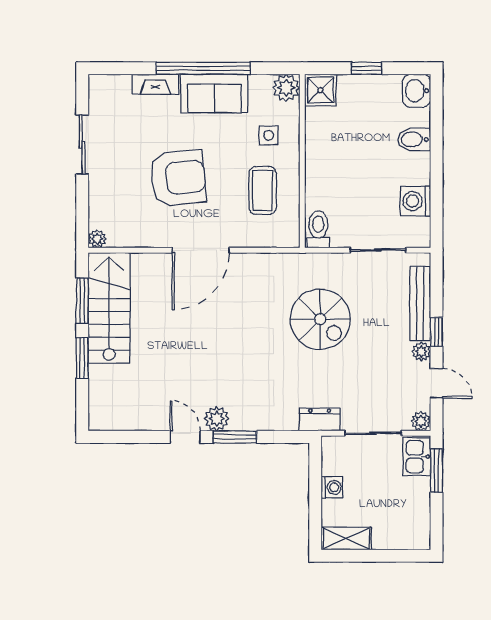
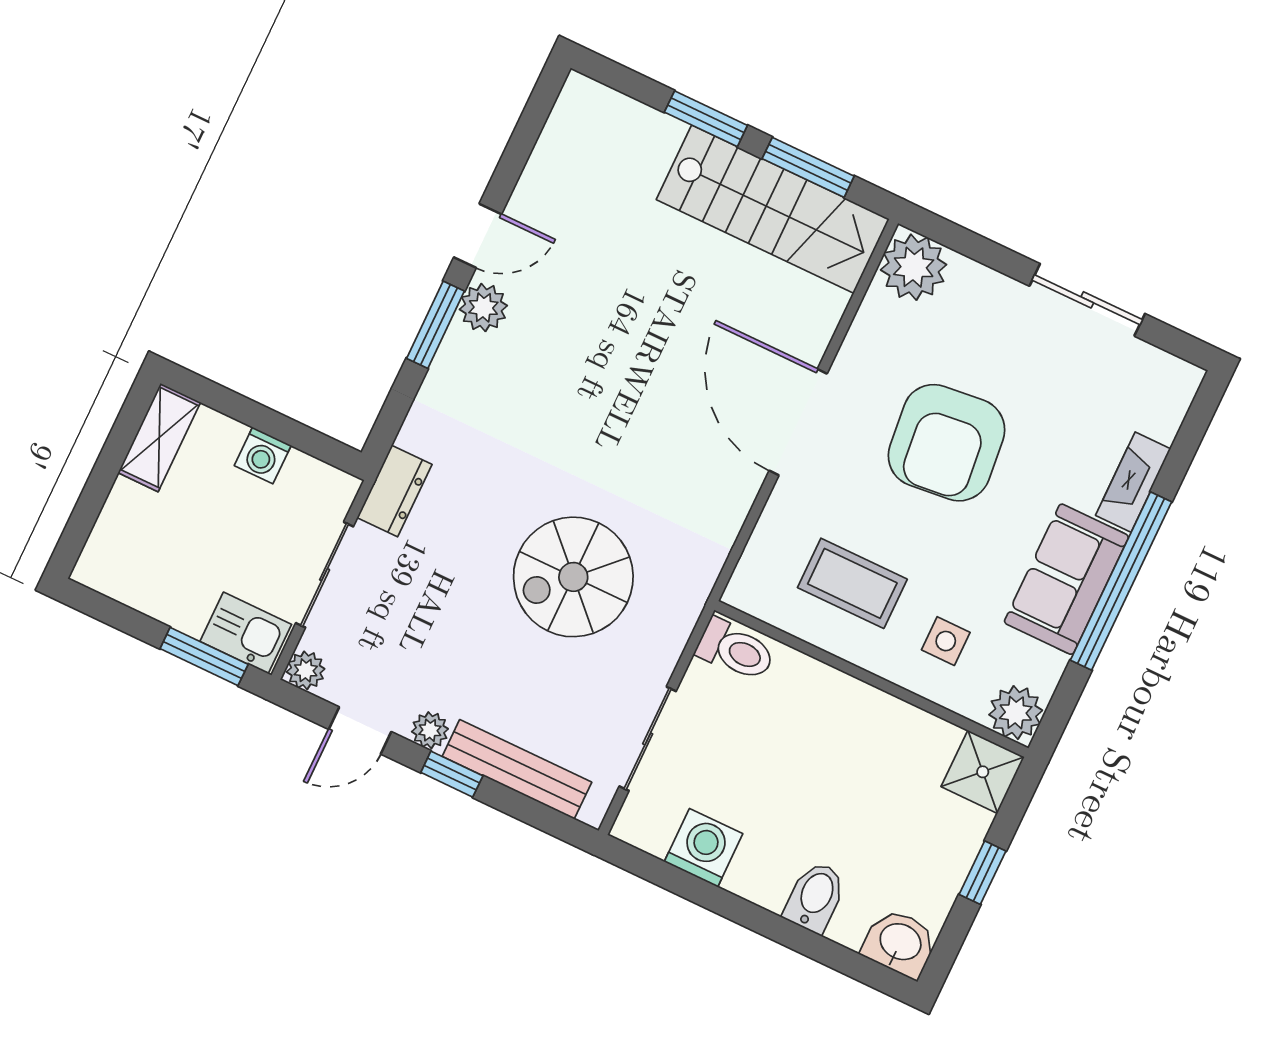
plant: (97, 239) -> (914, 267), width x1.88, depth x1.88

